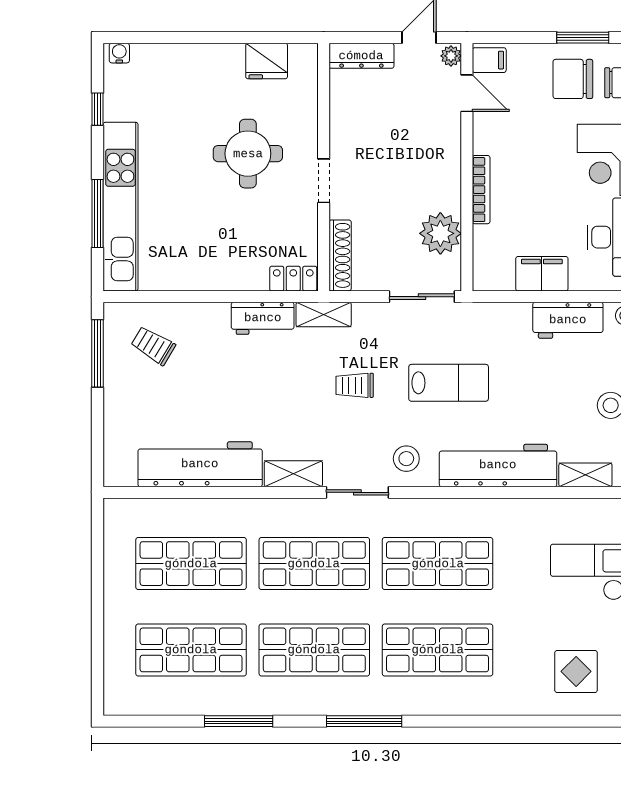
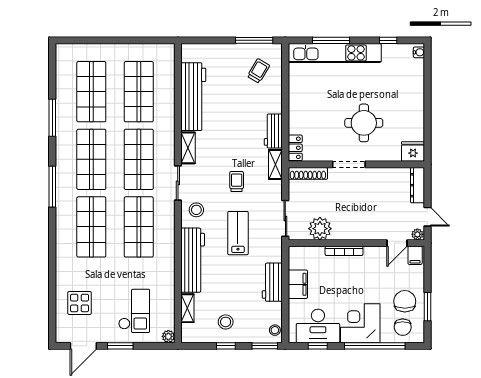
fridge: (267, 61) -> (413, 152), moved, turned 90
doorway: (324, 181) -> (349, 164), width x1.38
workbench: (568, 320) -> (272, 282), moved
lab bench: (449, 383) -> (238, 233), turned 180

